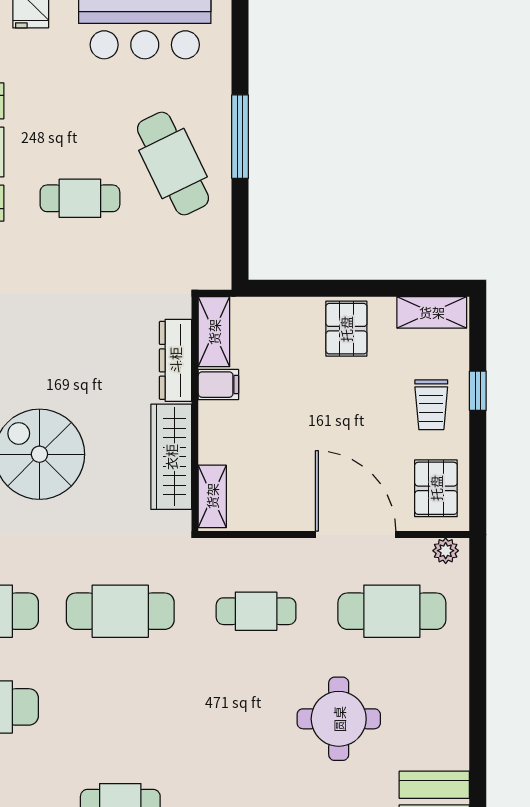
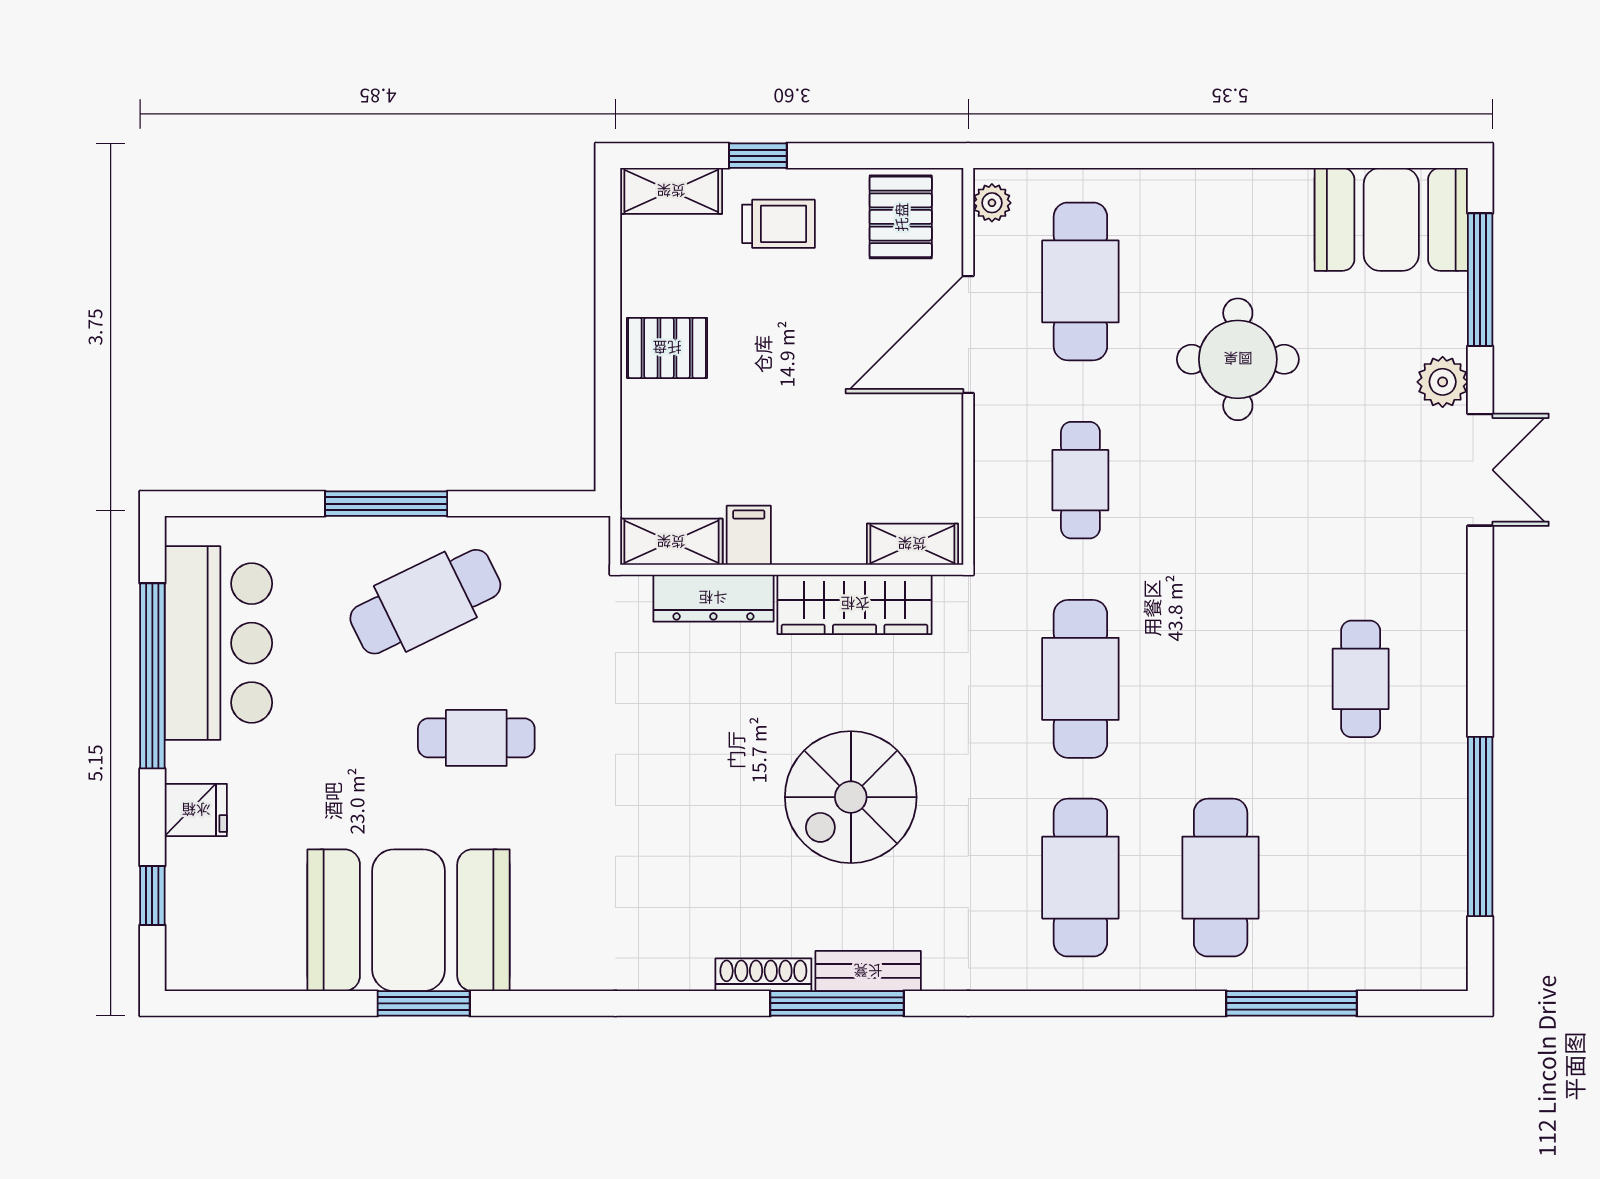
cafe table: (80, 198) -> (476, 738), turned 90
shelving: (432, 312) -> (671, 191), moved, turned 90
pallet: (436, 488) -> (901, 217), turned 90

